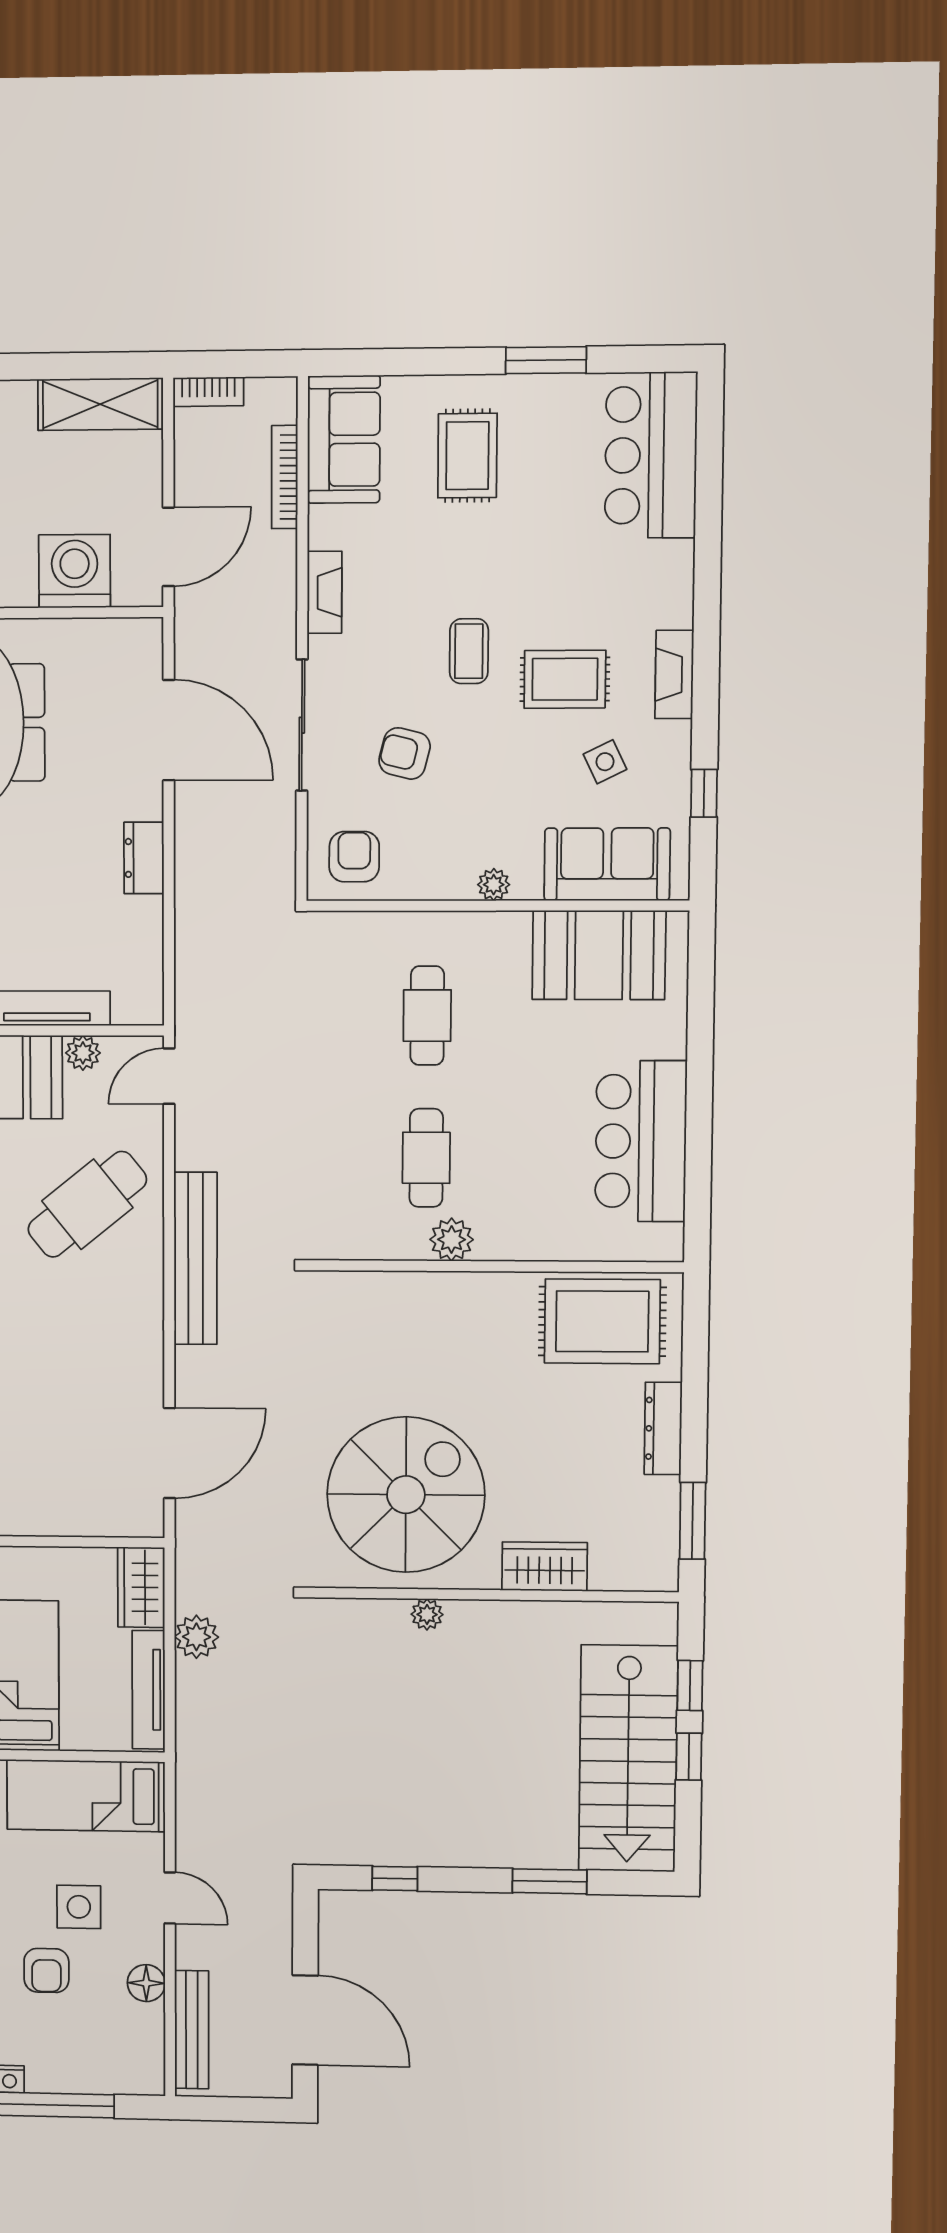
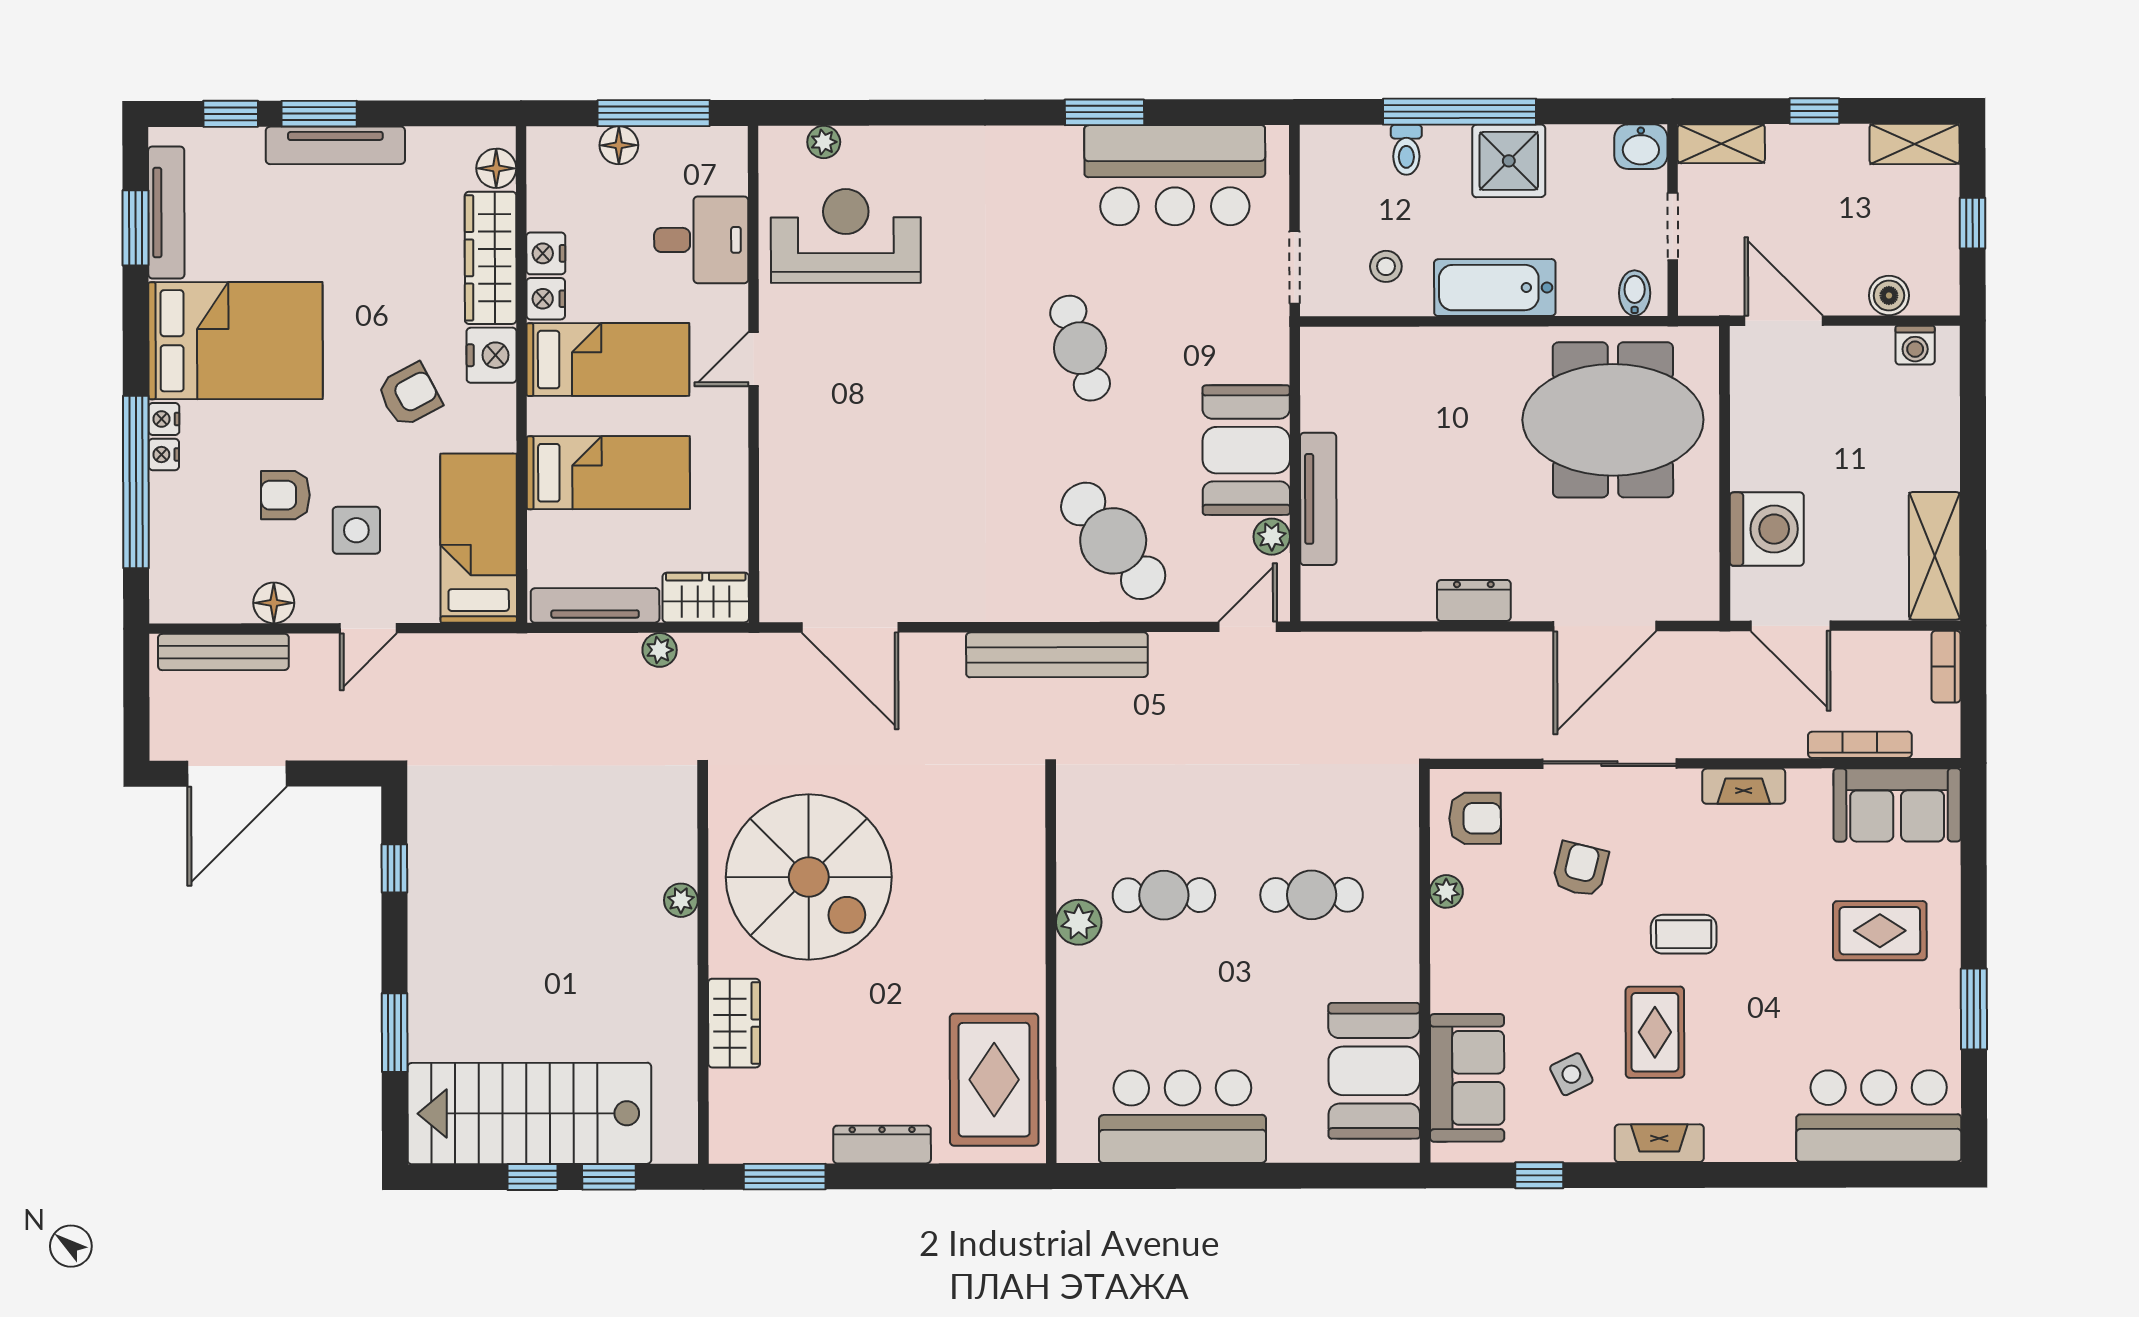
plant: (494, 885) -> (1446, 891), moved
door: (169, 1076) -> (1248, 627), hinge flipped
plant: (196, 1637) -> (660, 650), width x0.73, depth x0.73

